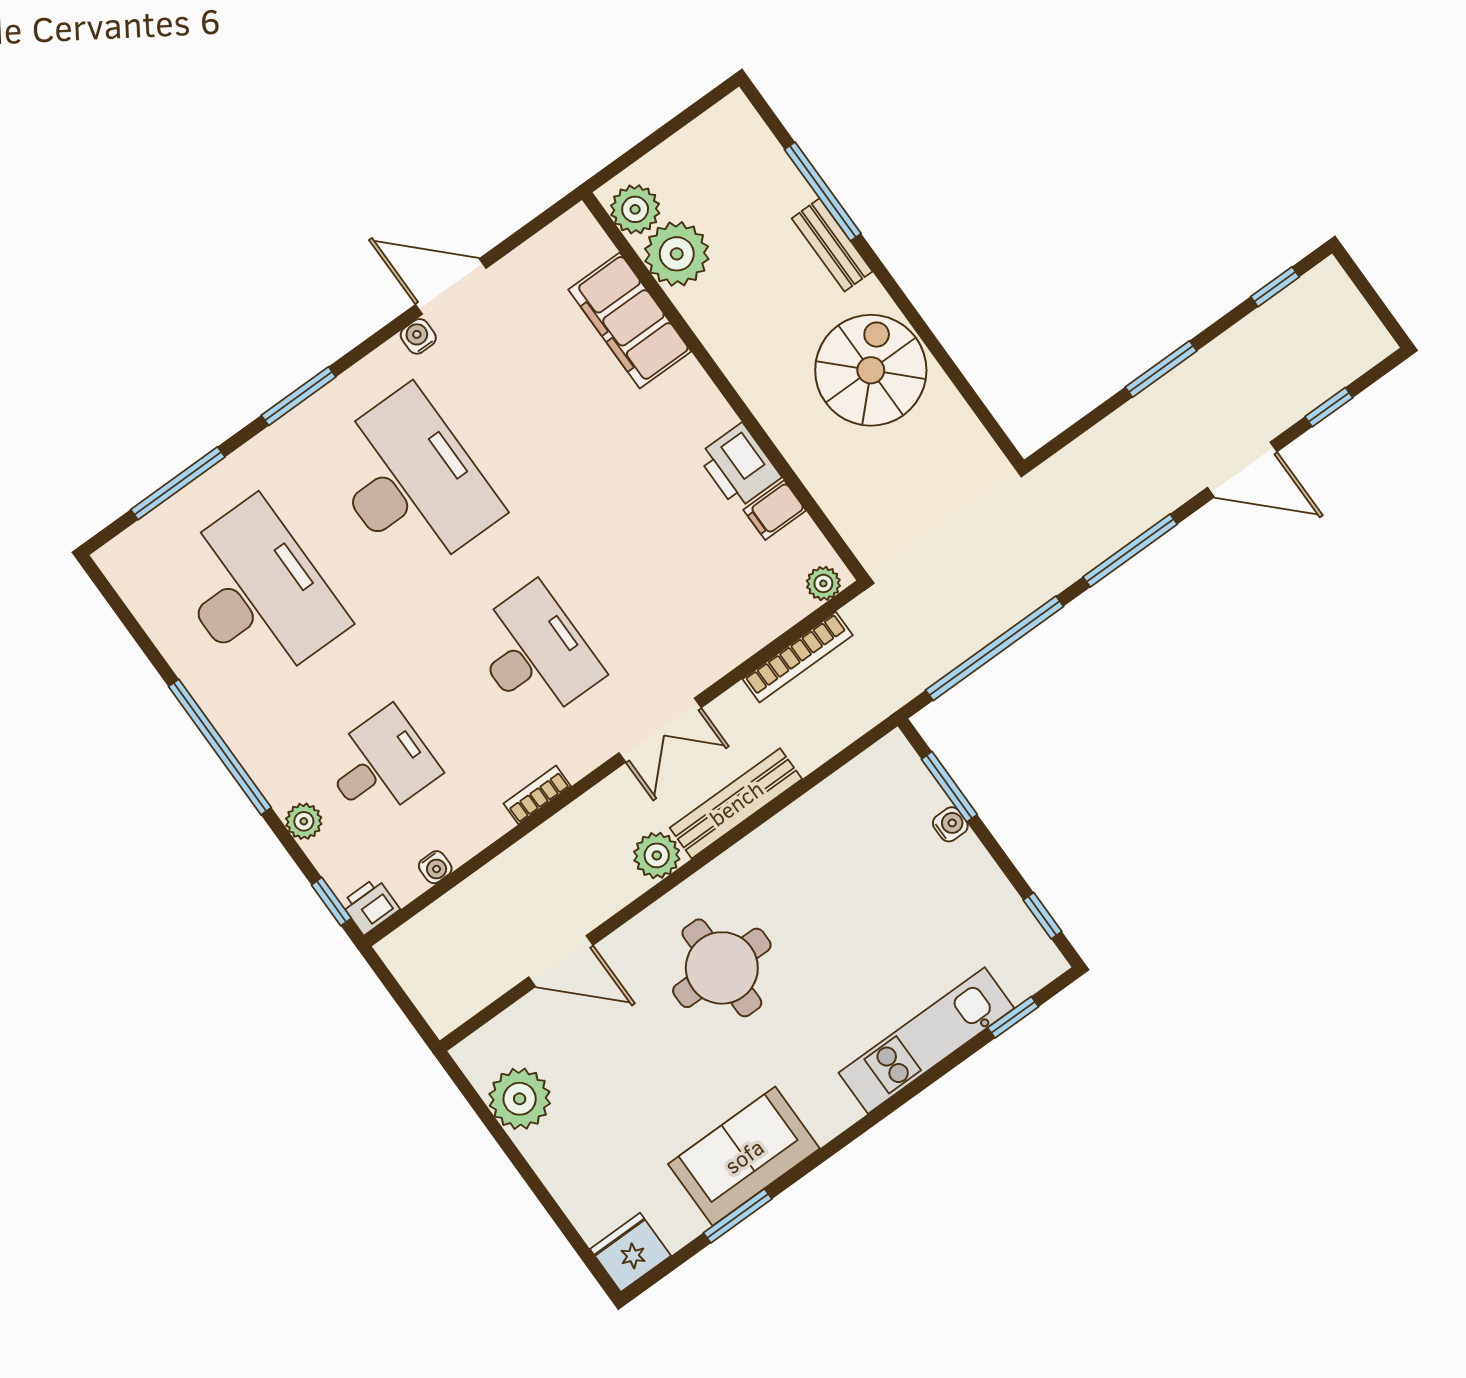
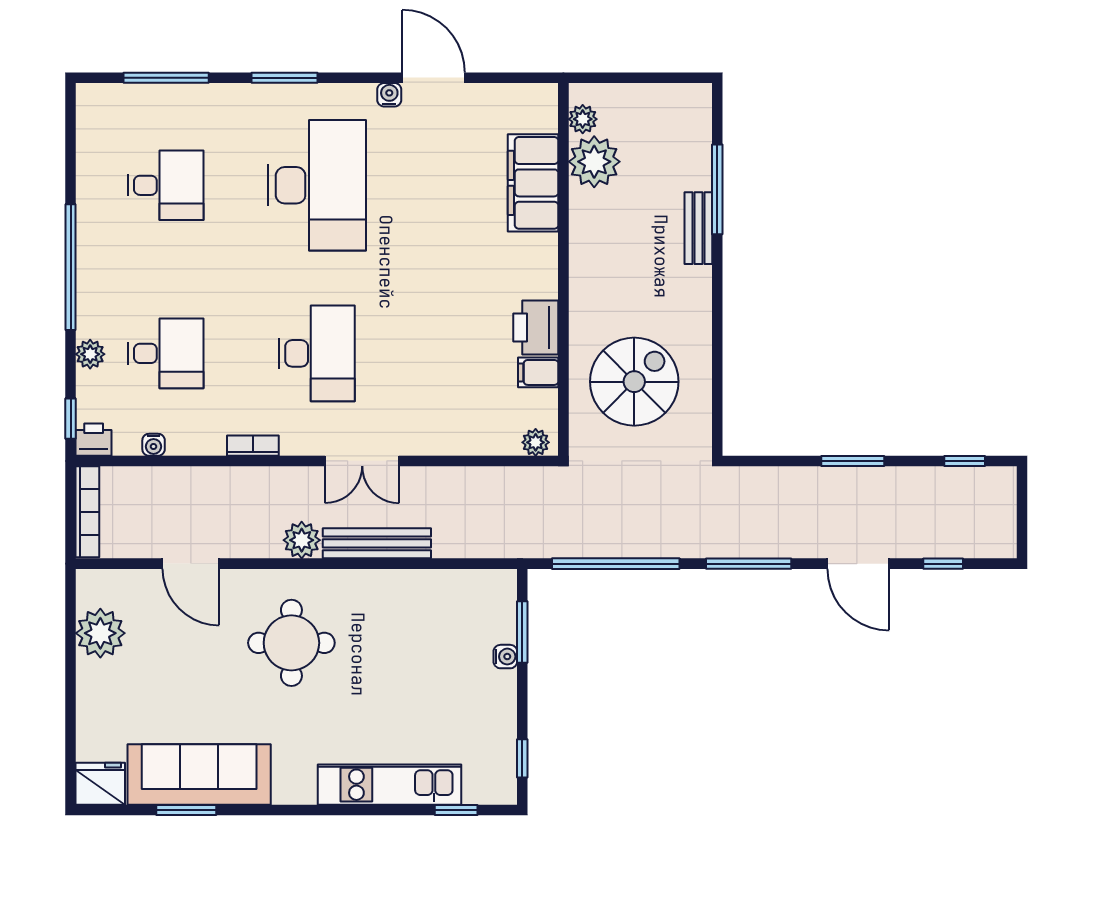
plant: (635, 209) -> (583, 119), width x0.73, depth x0.73
spiral stairs: (871, 370) -> (634, 382), moved
desk: (257, 593) -> (166, 185), width x0.53, depth x0.77
bookcase: (798, 657) -> (87, 512), moved, turned -90
sofa: (744, 1156) -> (199, 774), width x1.36

